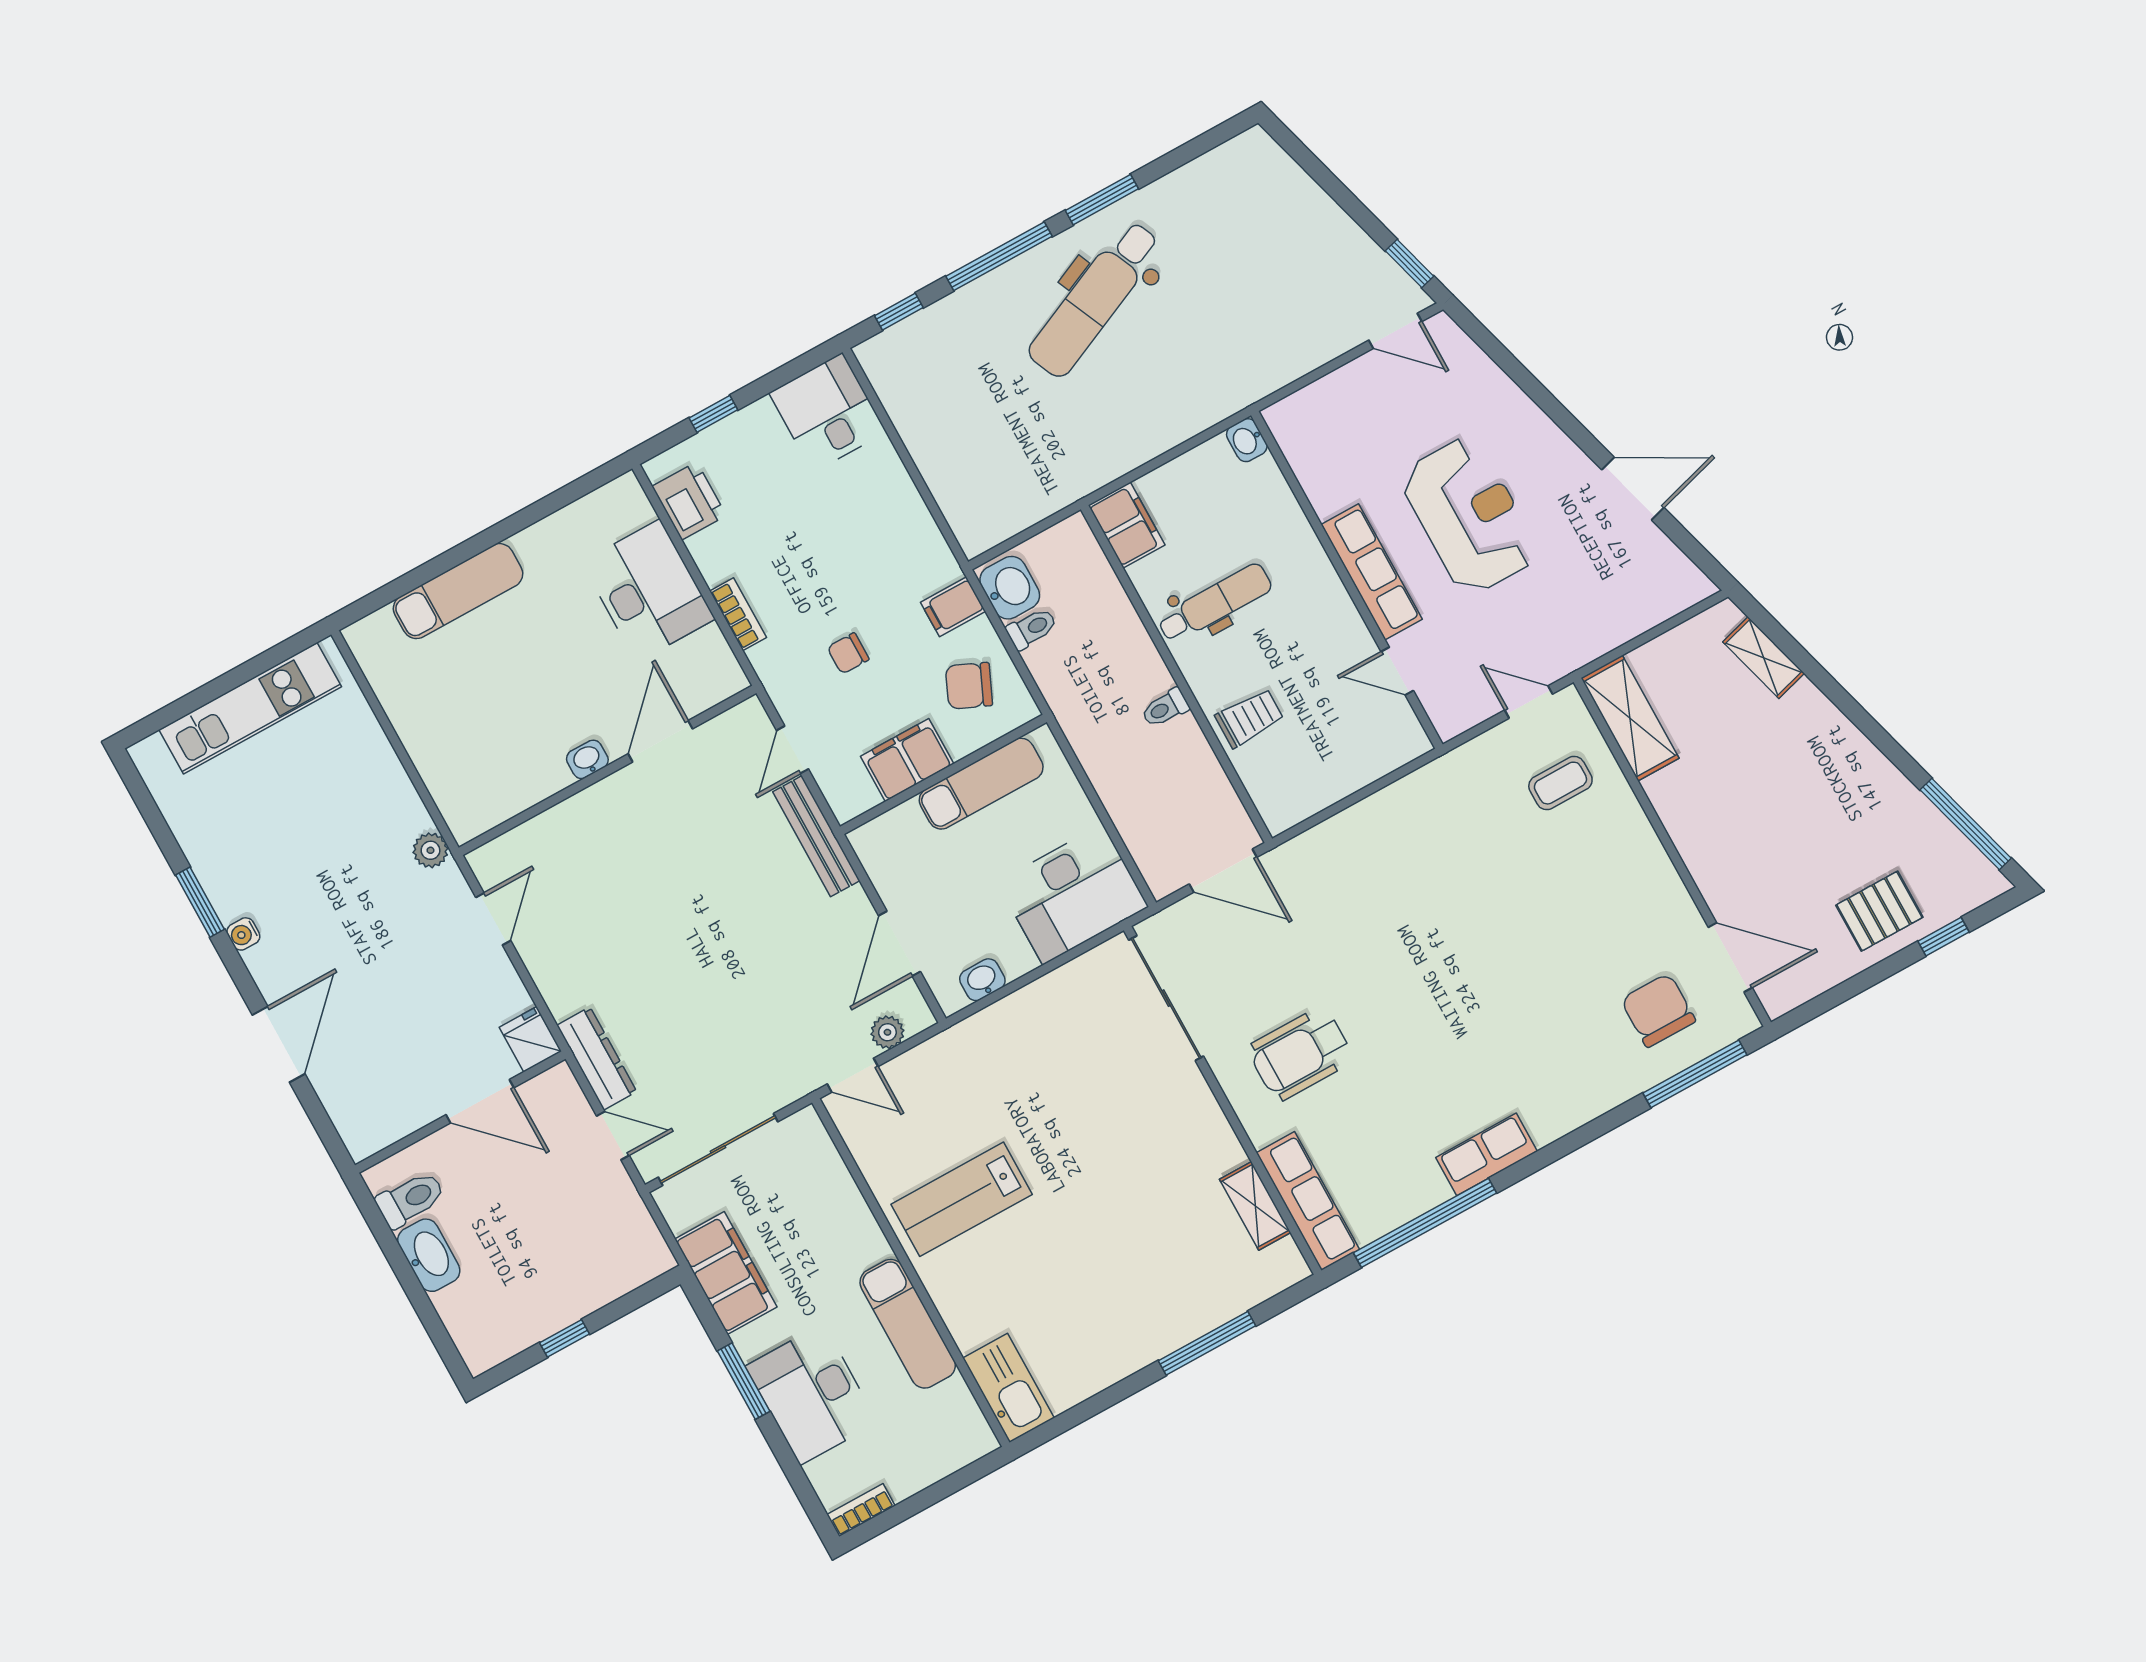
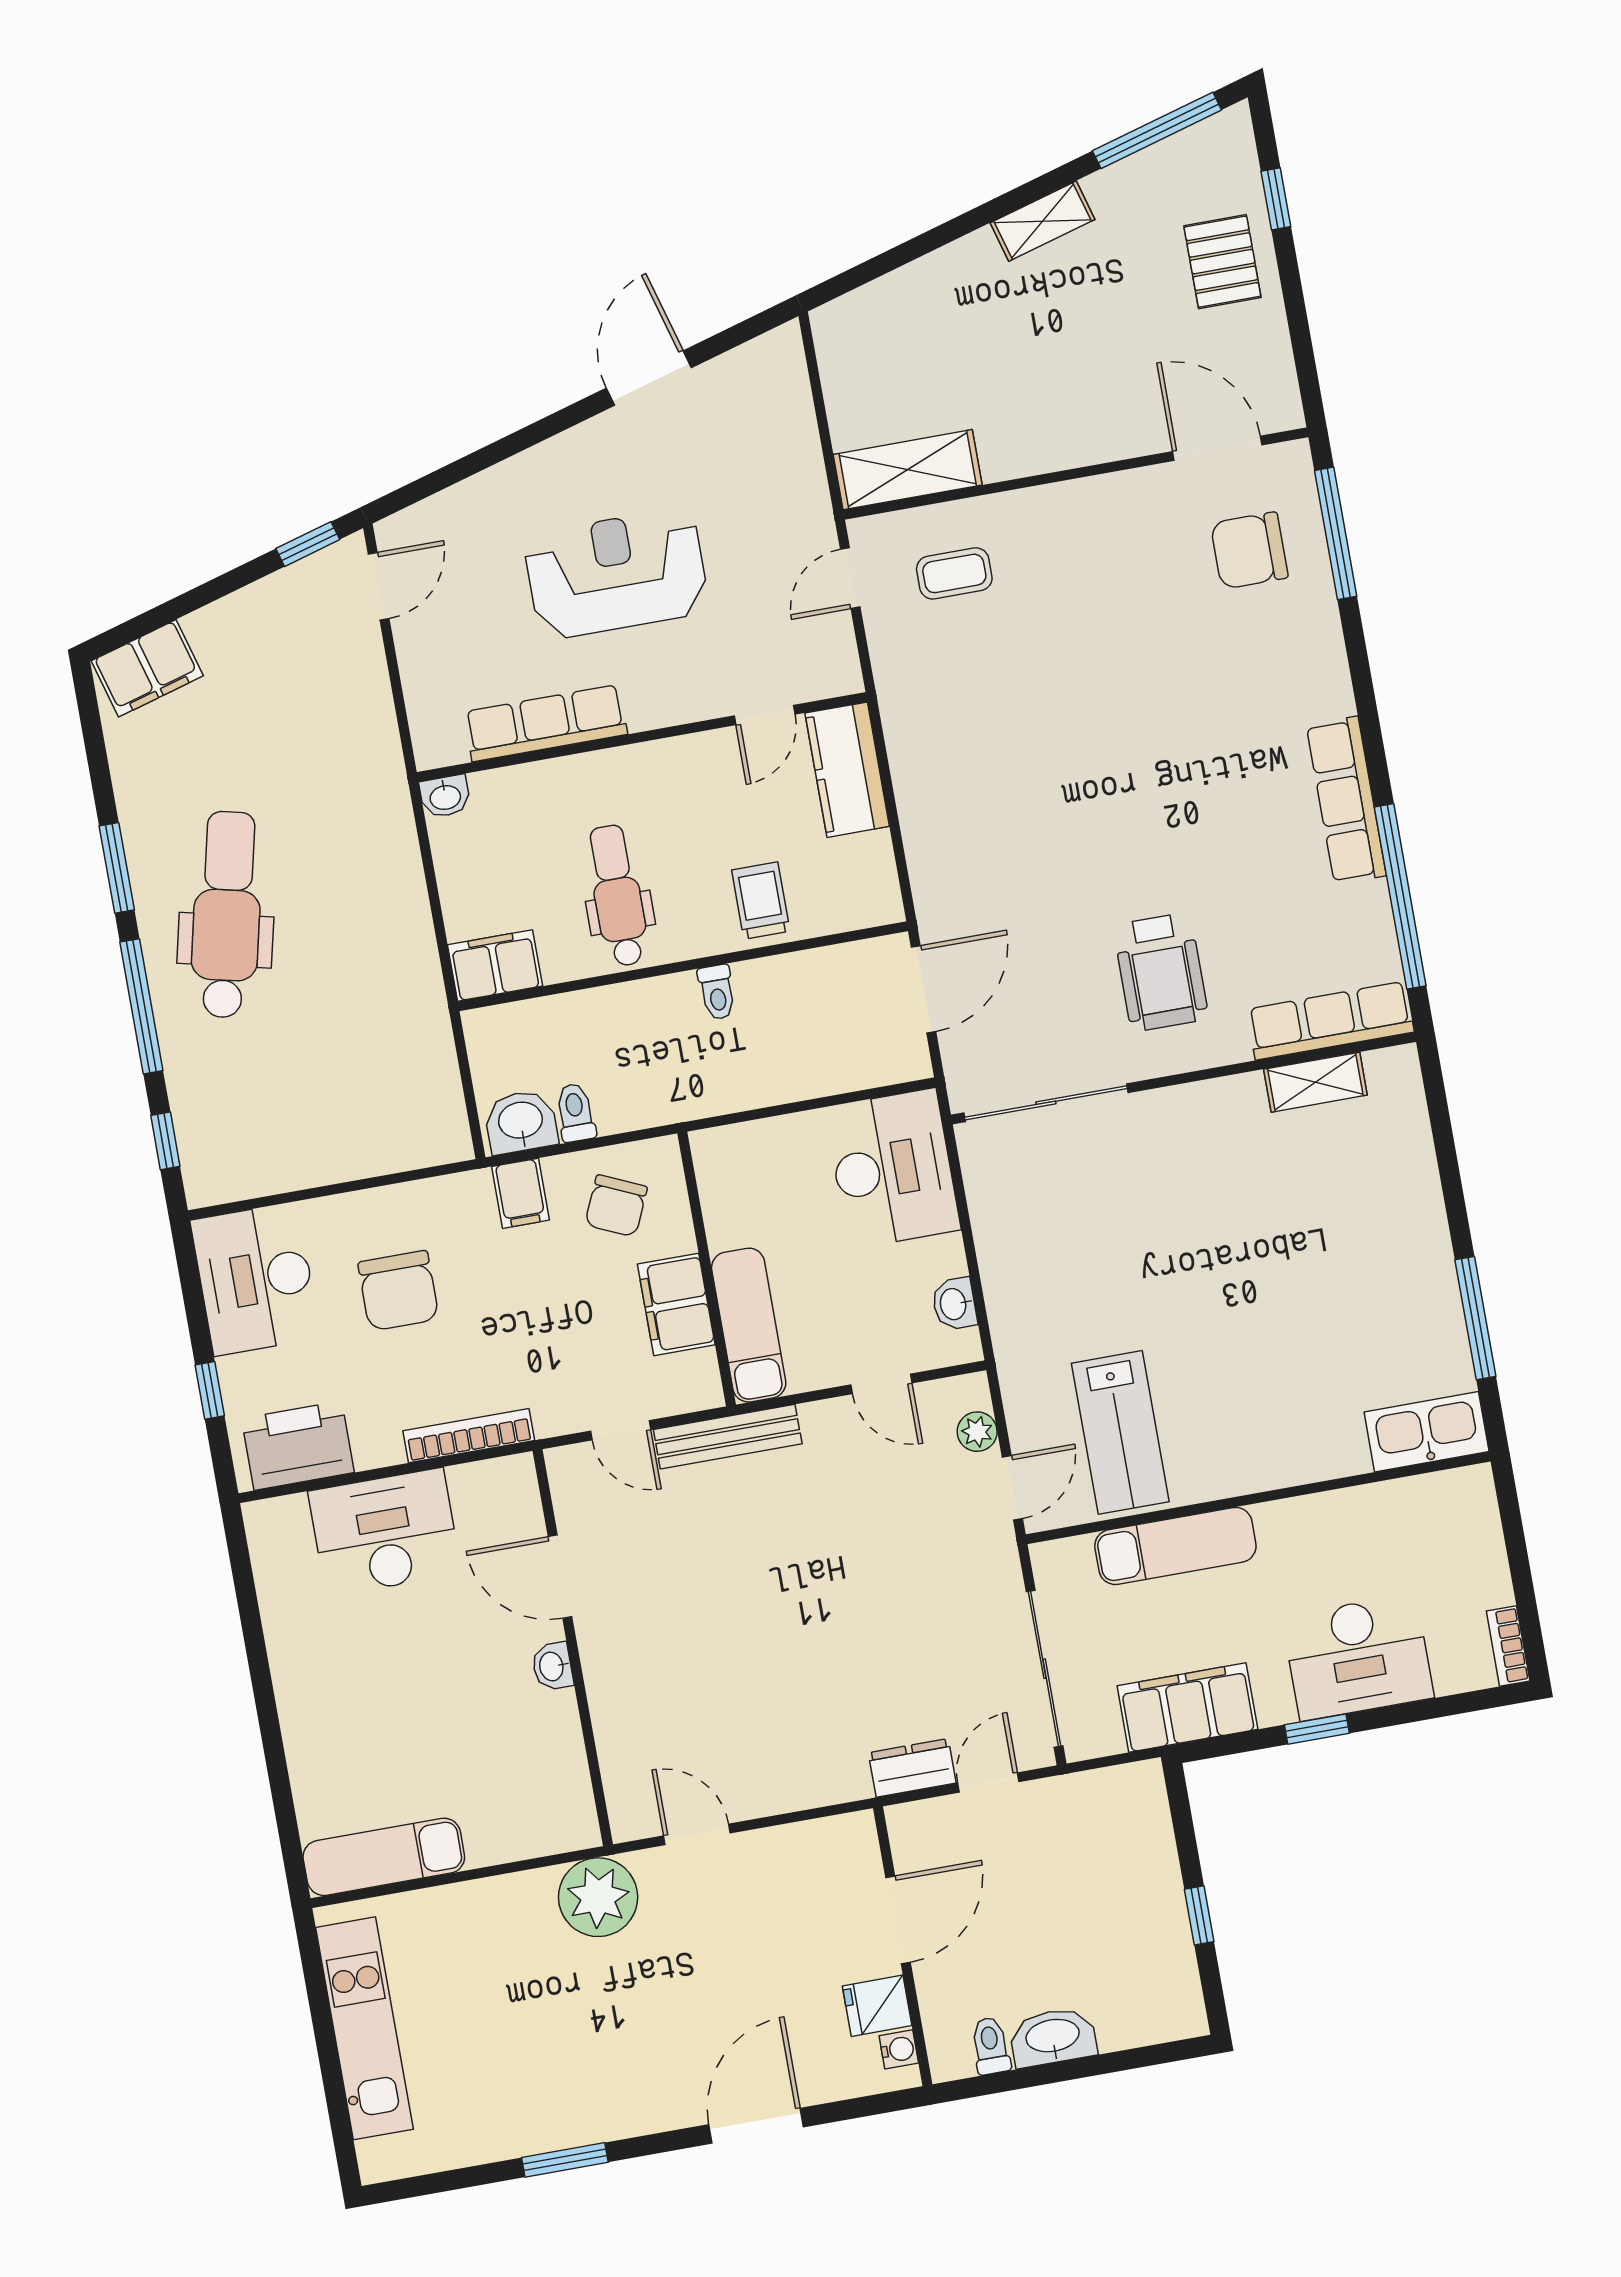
filing cabinet: (1268, 170) -> (147, 668), added
dental chair: (1095, 299) -> (227, 915), turned -143
desk: (828, 412) -> (255, 1279), width x1.37
printer: (689, 501) -> (298, 1446), width x1.37, depth x1.19
row of seats: (1372, 572) -> (546, 723), moved
exam couch: (458, 591) -> (384, 1857), moved, turned -90
bookcase: (738, 614) -> (469, 1436), width x1.56
chair: (848, 653) -> (398, 1291), moved, width x1.87, depth x1.87
shelving: (1763, 658) -> (1043, 221), moved
kitchen counter: (1376, 751) -> (847, 770), added
coffee table: (1560, 783) -> (954, 573), turned 90
exam couch: (981, 784) -> (749, 1325), moved
plant: (430, 850) -> (598, 1897), width x1.87, depth x1.87
water cooler: (243, 934) -> (899, 2049), moved, turned -90
door: (900, 944) -> (881, 1384), width x0.73
door: (1730, 957) -> (1217, 448), hinge flipped
fridge: (530, 1039) -> (877, 2006), moved
door: (279, 1044) -> (756, 2126), hinge flipped
dresser: (597, 1058) -> (912, 1768), width x0.70
row of seats: (1487, 1154) -> (1346, 800), width x1.48
toilet: (410, 1199) -> (991, 2046), width x0.73, depth x0.72
lab bench: (962, 1199) -> (1120, 1432), moved
exam couch: (908, 1324) -> (1175, 1546), moved
window: (1207, 1343) -> (1475, 1318), moved
window: (744, 1381) -> (1317, 1729), width x0.67

